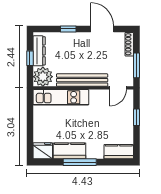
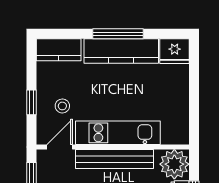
kitchen unit: (61, 97) -> (118, 133), moved
stool: (116, 115) -> (62, 106), added
kitchen counter: (70, 151) -> (121, 51), width x1.50

